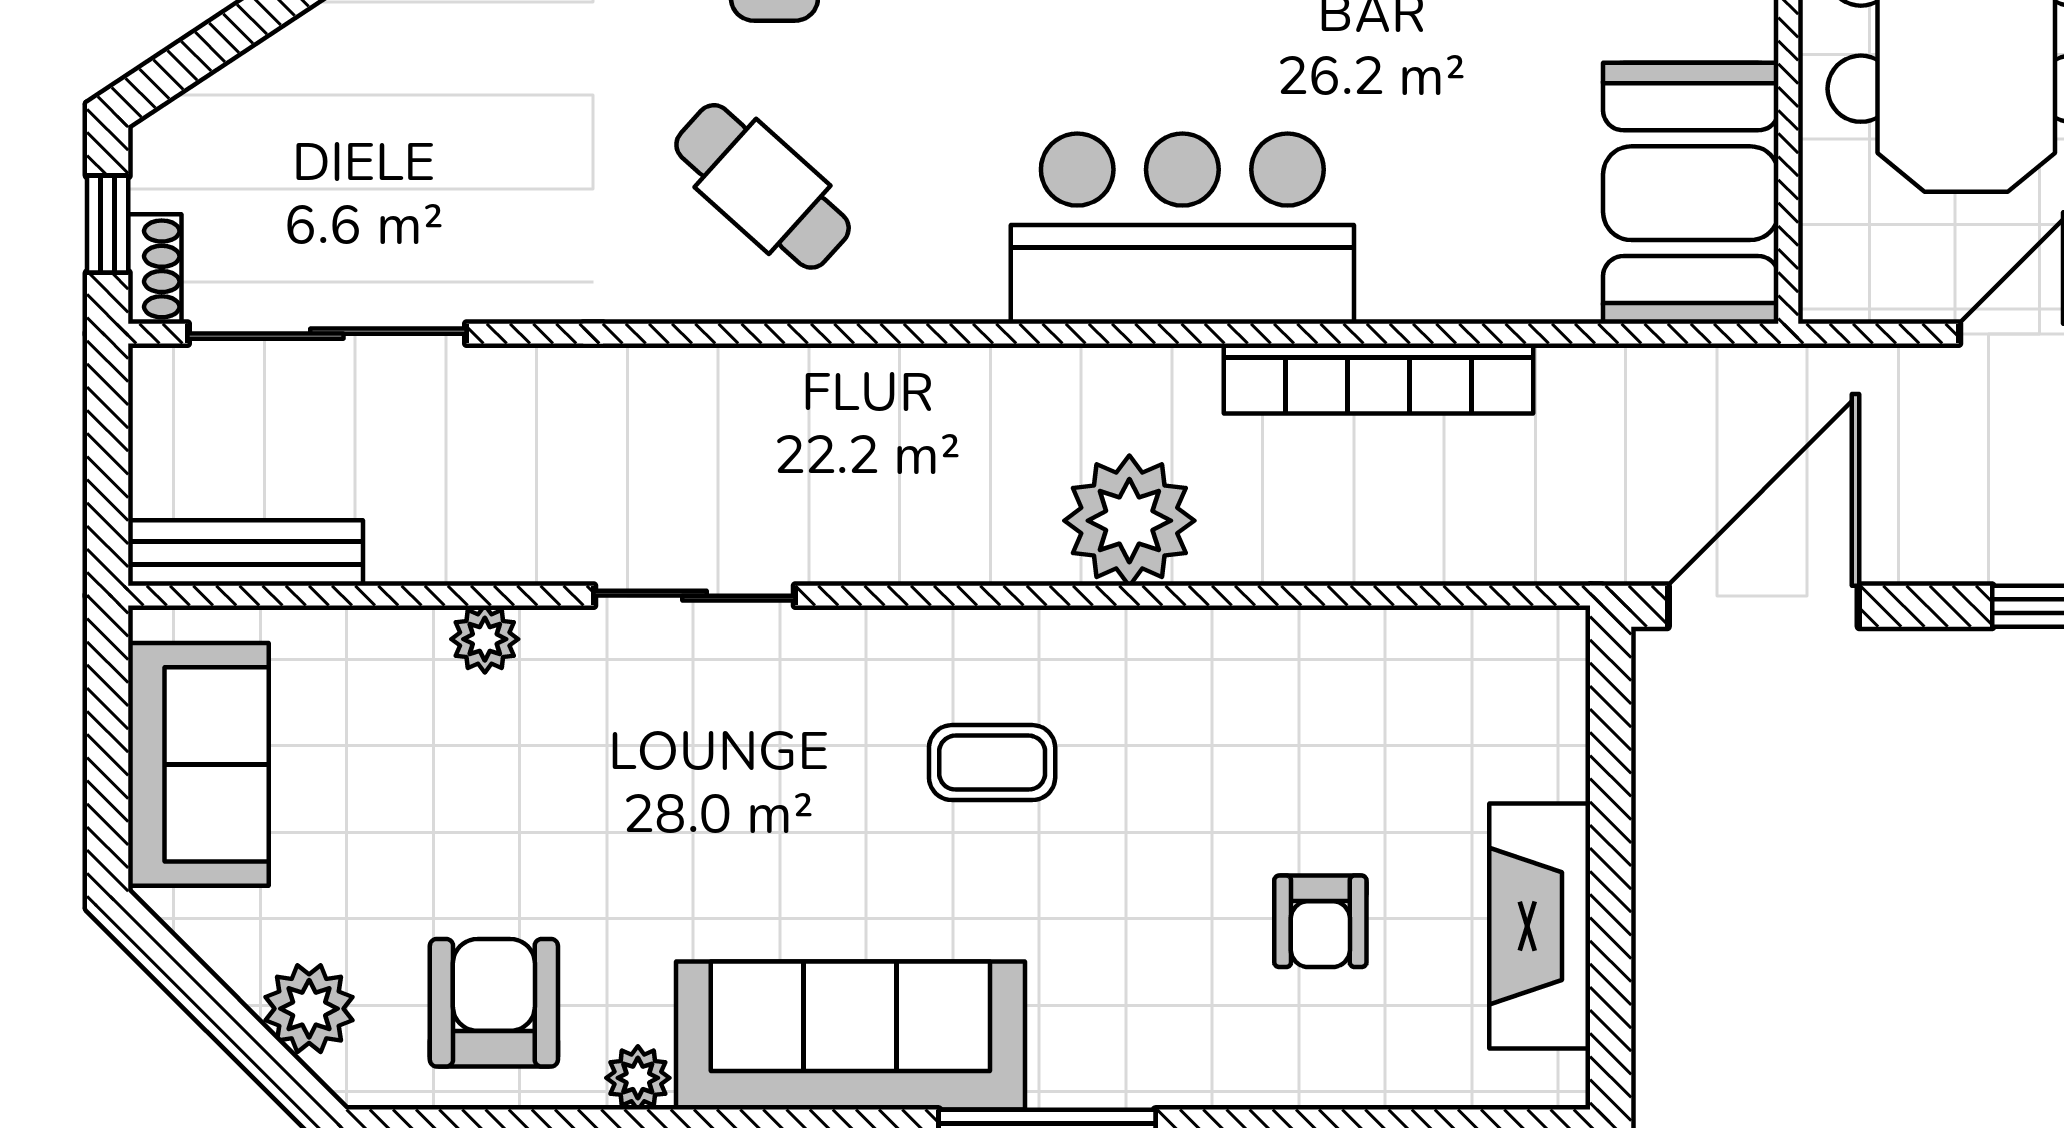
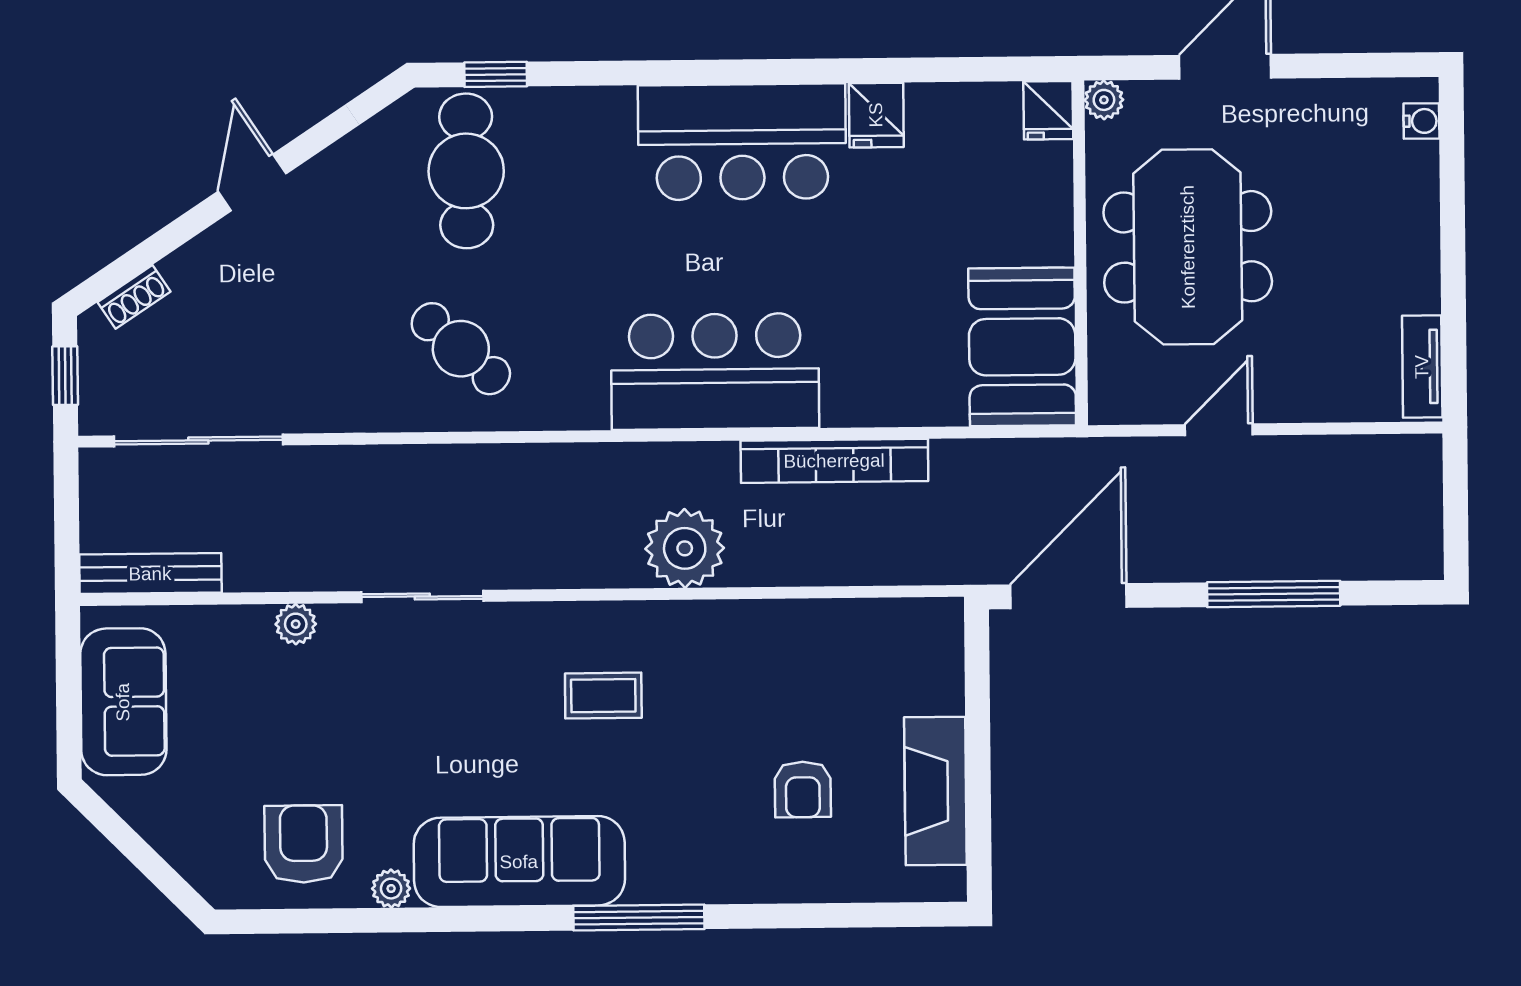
shoe rack: (155, 269) -> (134, 297), moved, turned 57
plant: (309, 1009) -> (192, 849), removed

